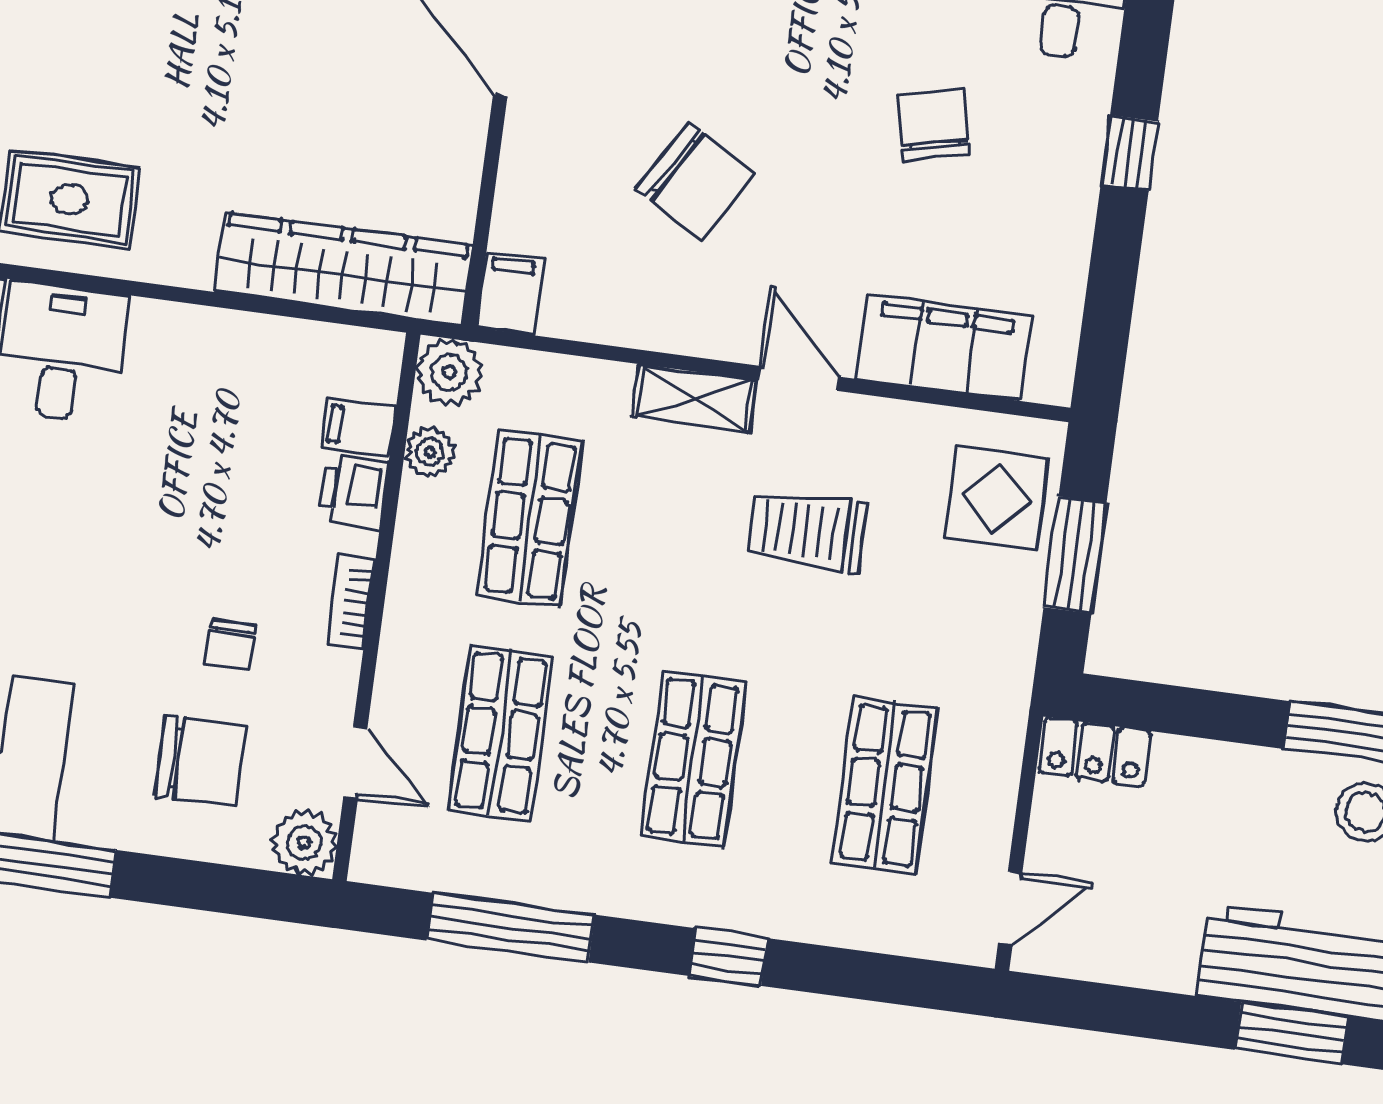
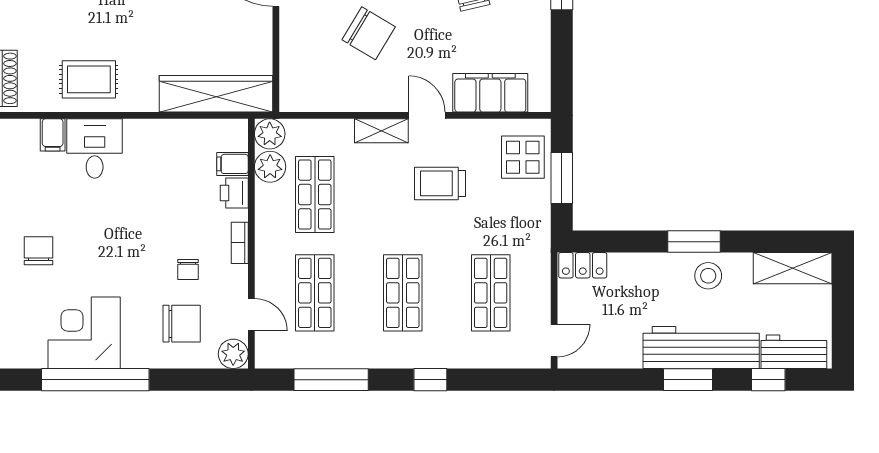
filing cabinet: (510, 293) -> (292, 95), removed
plant: (430, 452) -> (270, 167), width x1.38, depth x1.38

